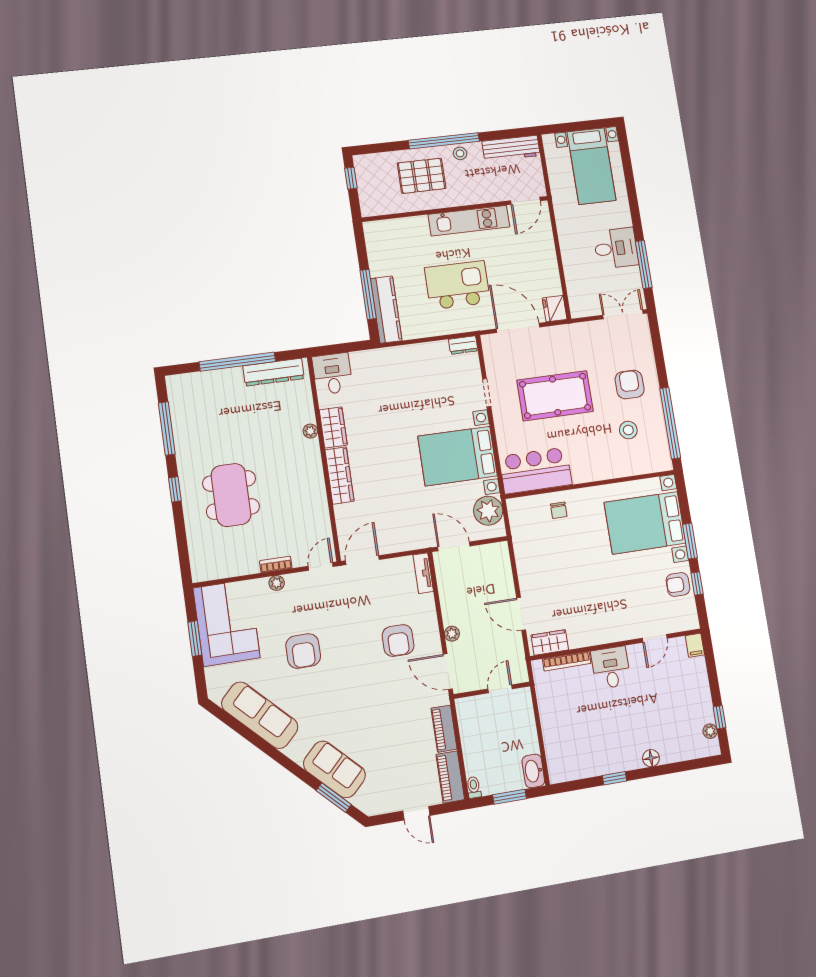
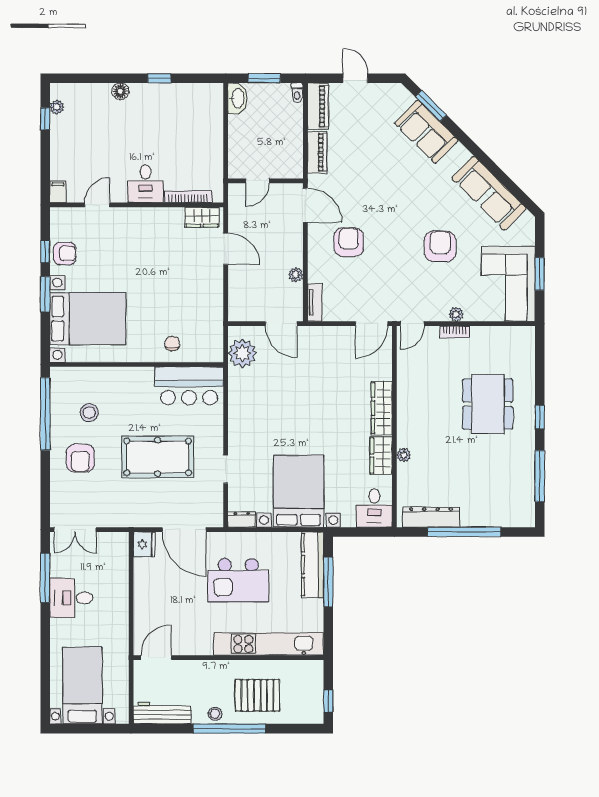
kitchen unit: (469, 221) -> (269, 644), moved, width x1.36
bed with nightstands: (458, 456) -> (299, 491), moved, turned -90
plant: (452, 634) -> (296, 275), moved

